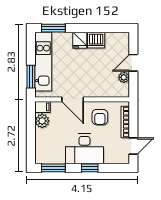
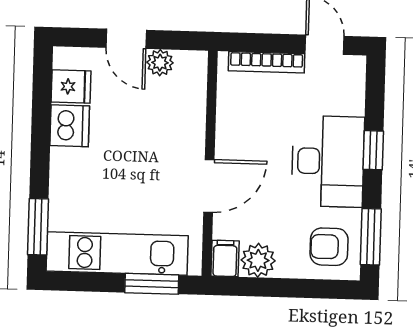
fridge: (80, 40) -> (71, 87), moved
armchair: (100, 117) -> (329, 247), moved, turned 180

